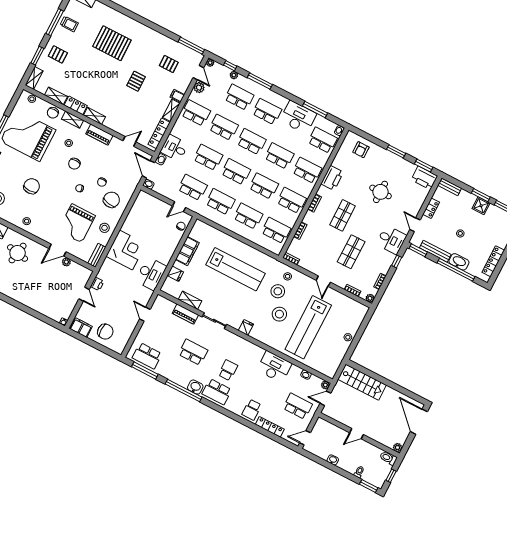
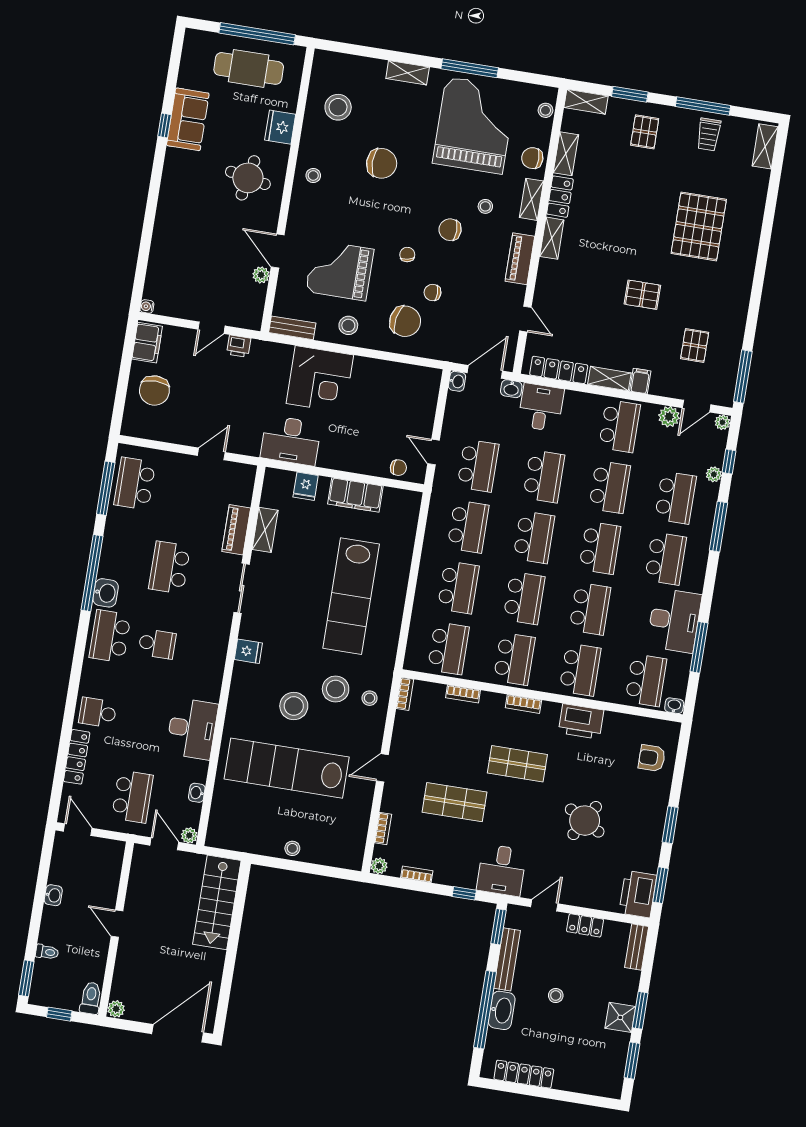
round table: (380, 192) -> (585, 821), turned 30
school desk: (193, 352) -> (169, 567), turned 180

